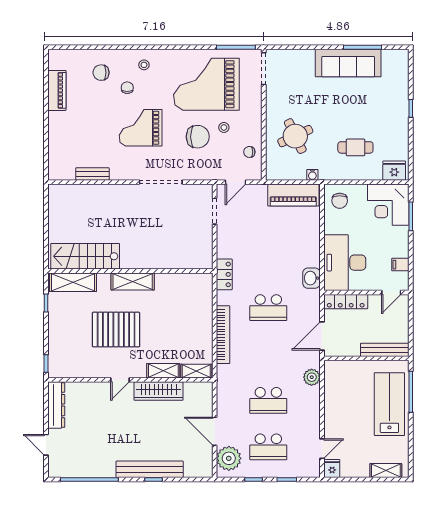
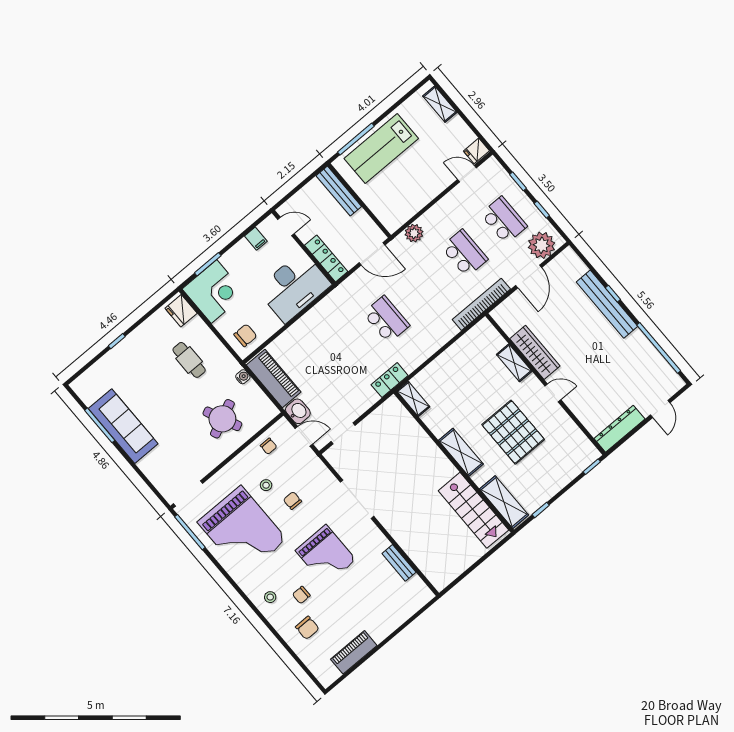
chair: (198, 137) -> (292, 501), width x0.54, depth x0.54
washbasin: (311, 278) -> (298, 411), moved, turned -90
bookcase: (223, 335) -> (481, 304), moved
shelving: (196, 371) -> (413, 399), moved

